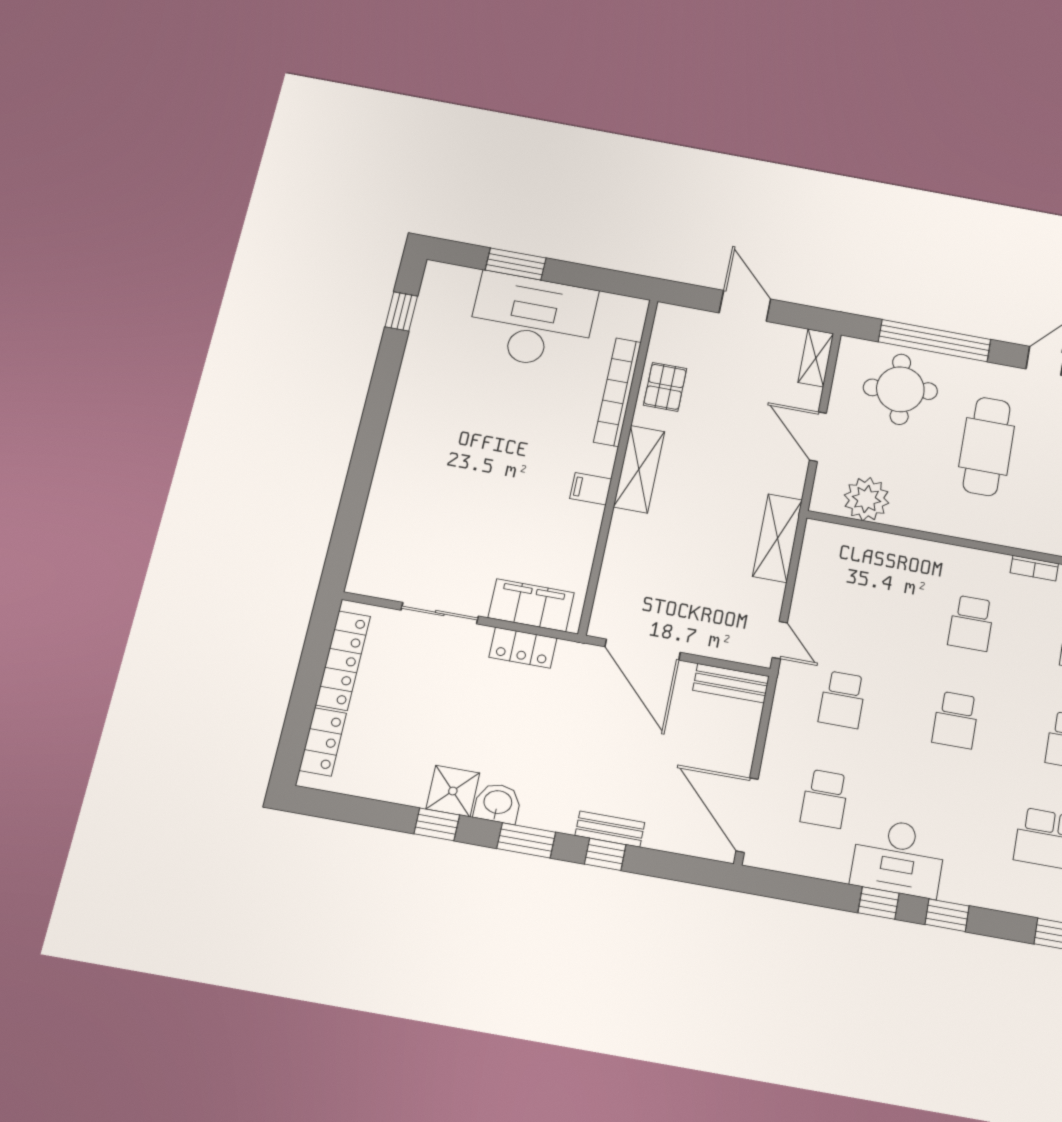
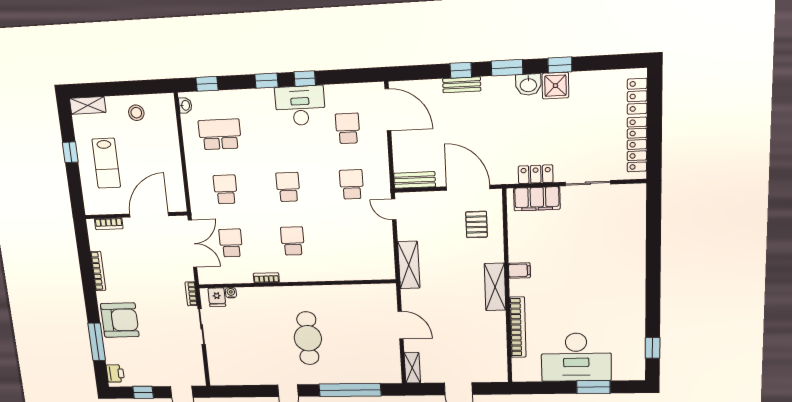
pallet: (665, 387) -> (476, 224), moved
round table: (900, 389) -> (362, 360), removed
plant: (866, 499) -> (366, 296), removed

